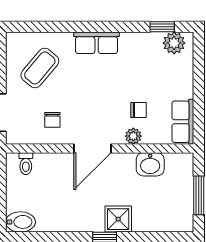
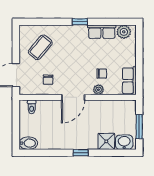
window: (162, 27) -> (80, 22), moved
row of seats: (97, 43) -> (102, 32), moved
washbasin: (150, 164) -> (124, 142), moved, turned 180
shower: (118, 219) -> (106, 141), moved

